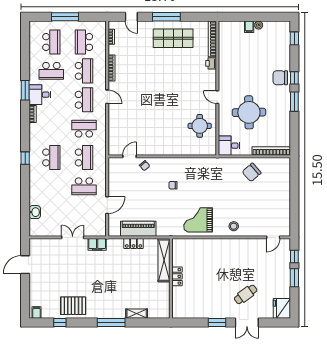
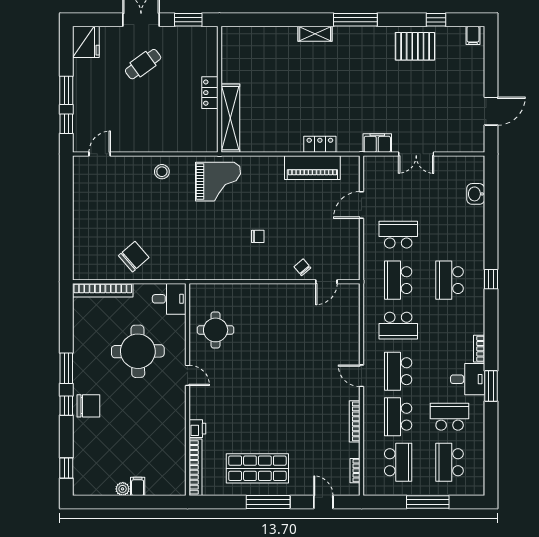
shelving: (164, 260) -> (230, 118), moved
locker: (177, 276) -> (210, 93), moved
wall: (171, 278) -> (219, 89), moved

